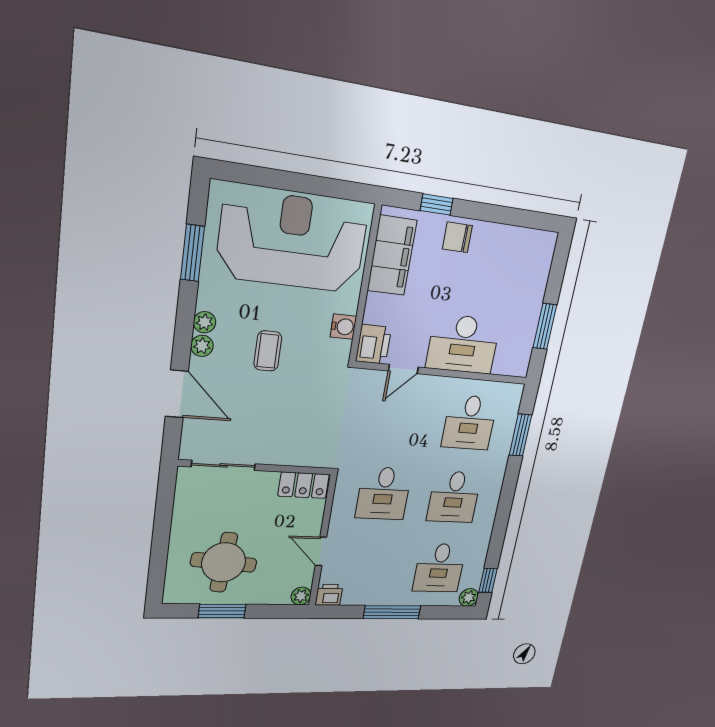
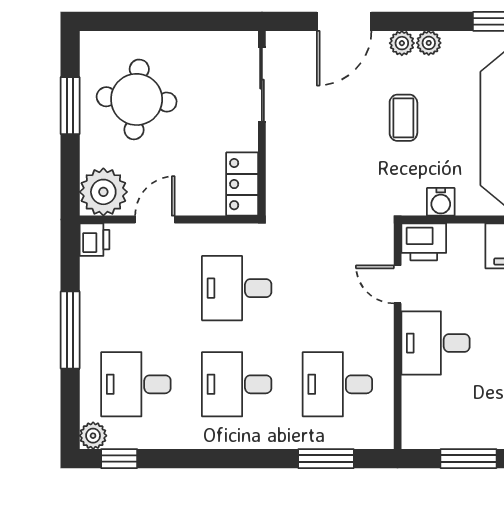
desk: (463, 344) -> (435, 343), width x0.73
coffee table: (268, 351) -> (403, 118), turned 90
plant: (301, 596) -> (103, 192), width x1.87, depth x1.87

